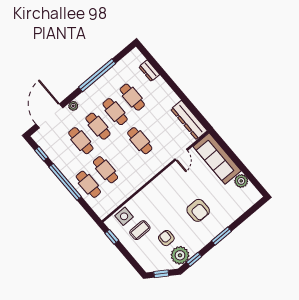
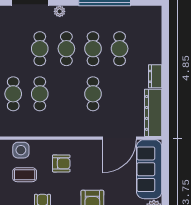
dresser: (149, 71) -> (155, 76), moved
door: (181, 155) -> (120, 138), width x1.87
armchair: (157, 203) -> (61, 163), added

